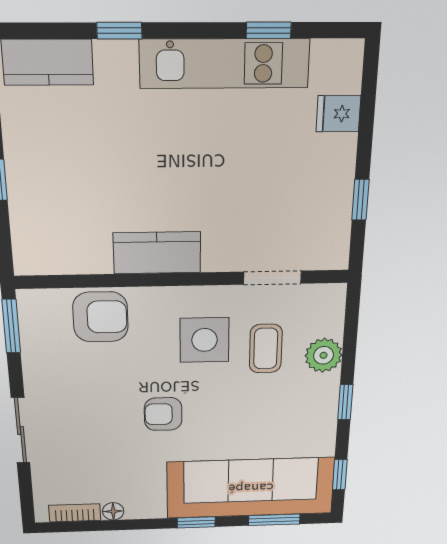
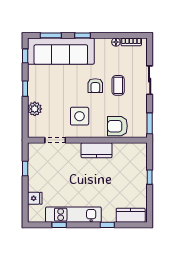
coffee table: (266, 349) -> (118, 85), moved
armchair: (163, 414) -> (95, 86), turned 90

